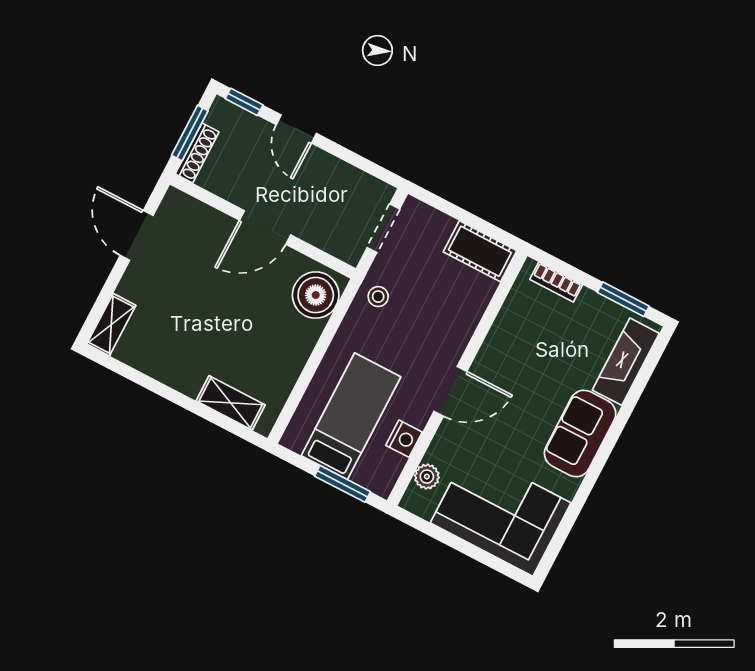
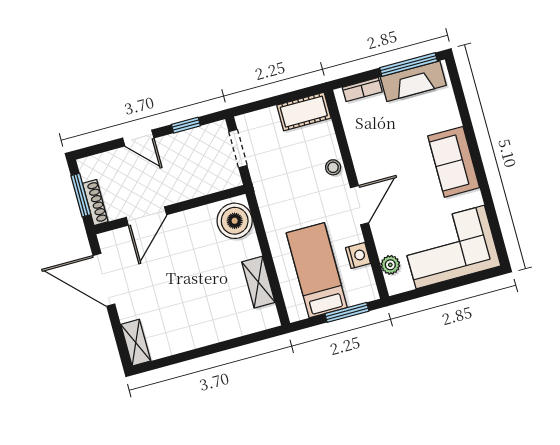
window: (244, 102) -> (186, 125), moved
door: (265, 228) -> (146, 216), moved
door: (137, 235) -> (104, 280), width x1.36
stool: (378, 297) -> (333, 167), moved
window: (623, 299) -> (409, 65), width x1.44
fireplace: (626, 362) -> (413, 81), moved, turned -90
shelving: (231, 403) -> (258, 282), moved, turned 90

